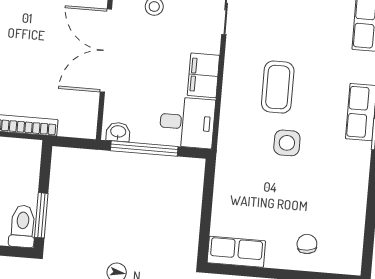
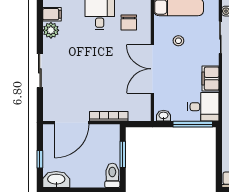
window: (144, 149) -> (193, 124), moved
window: (41, 215) -> (123, 154), moved

